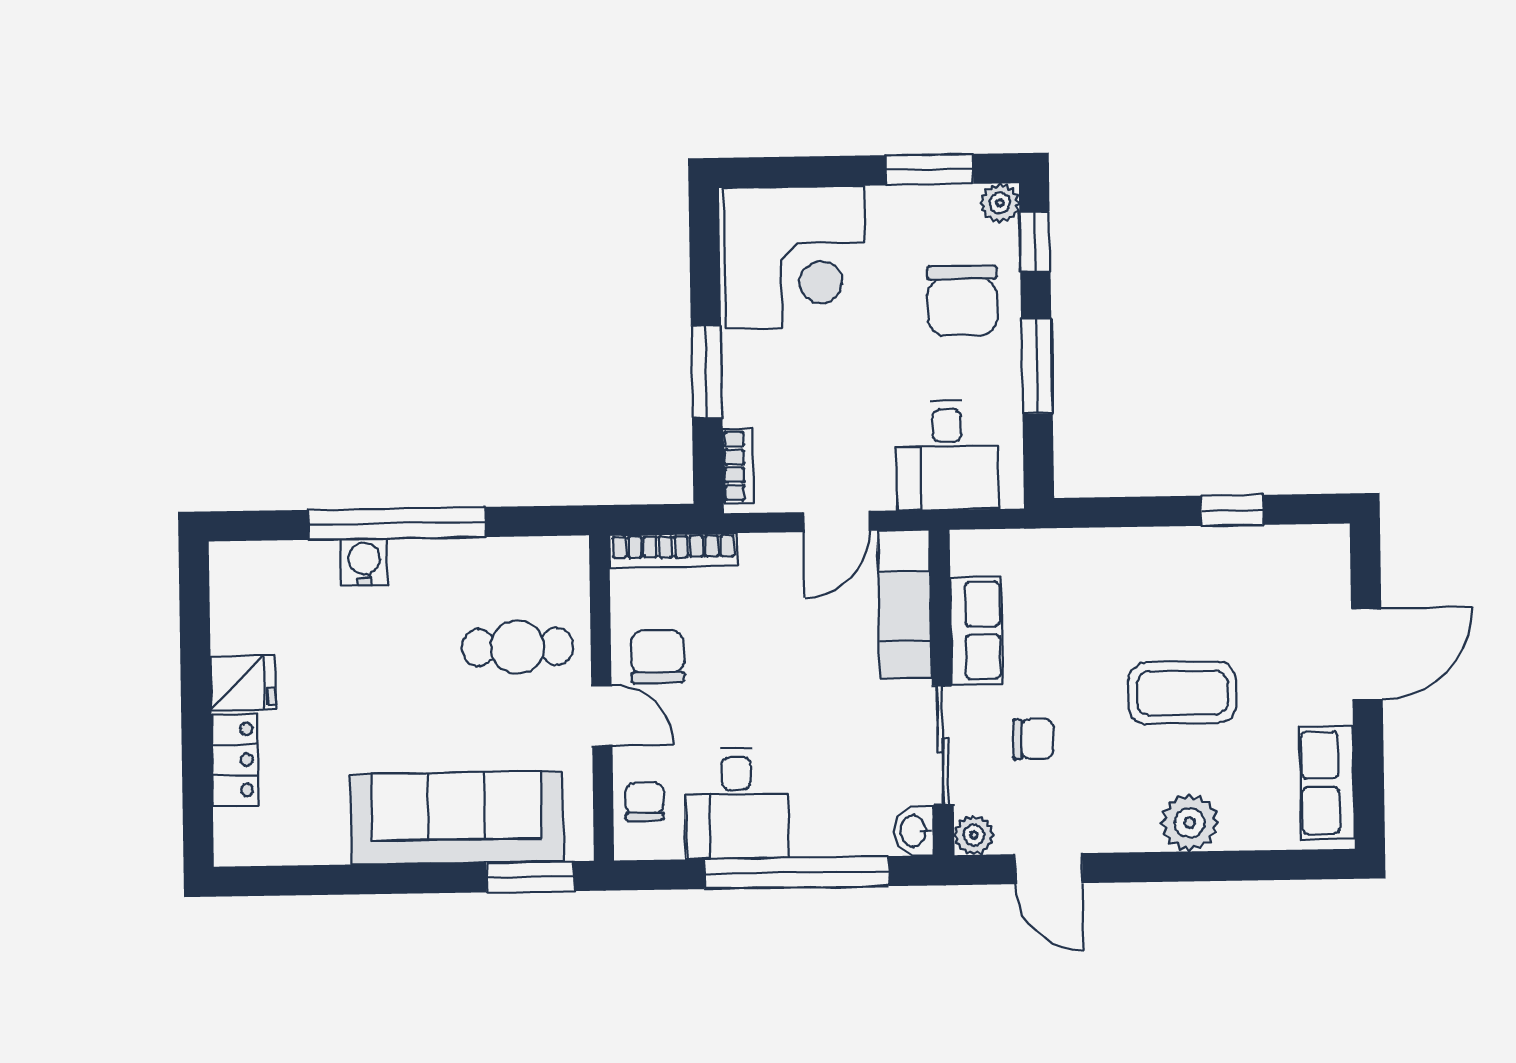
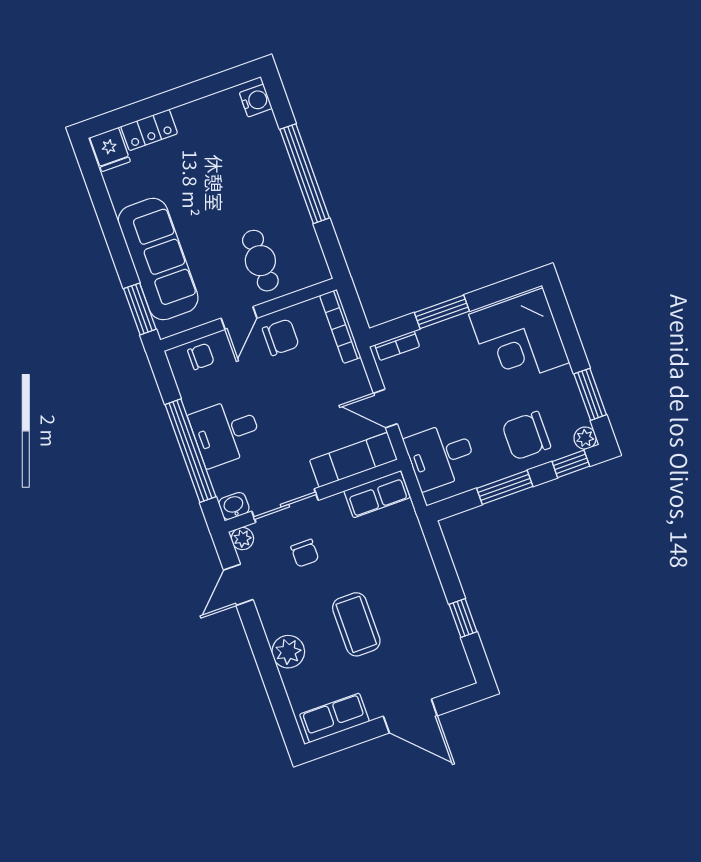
water cooler: (364, 562) -> (256, 101), moved
row of seats: (977, 631) -> (377, 494), moved
fridge: (243, 683) -> (110, 149), moved
desk: (737, 803) -> (226, 432), moved

